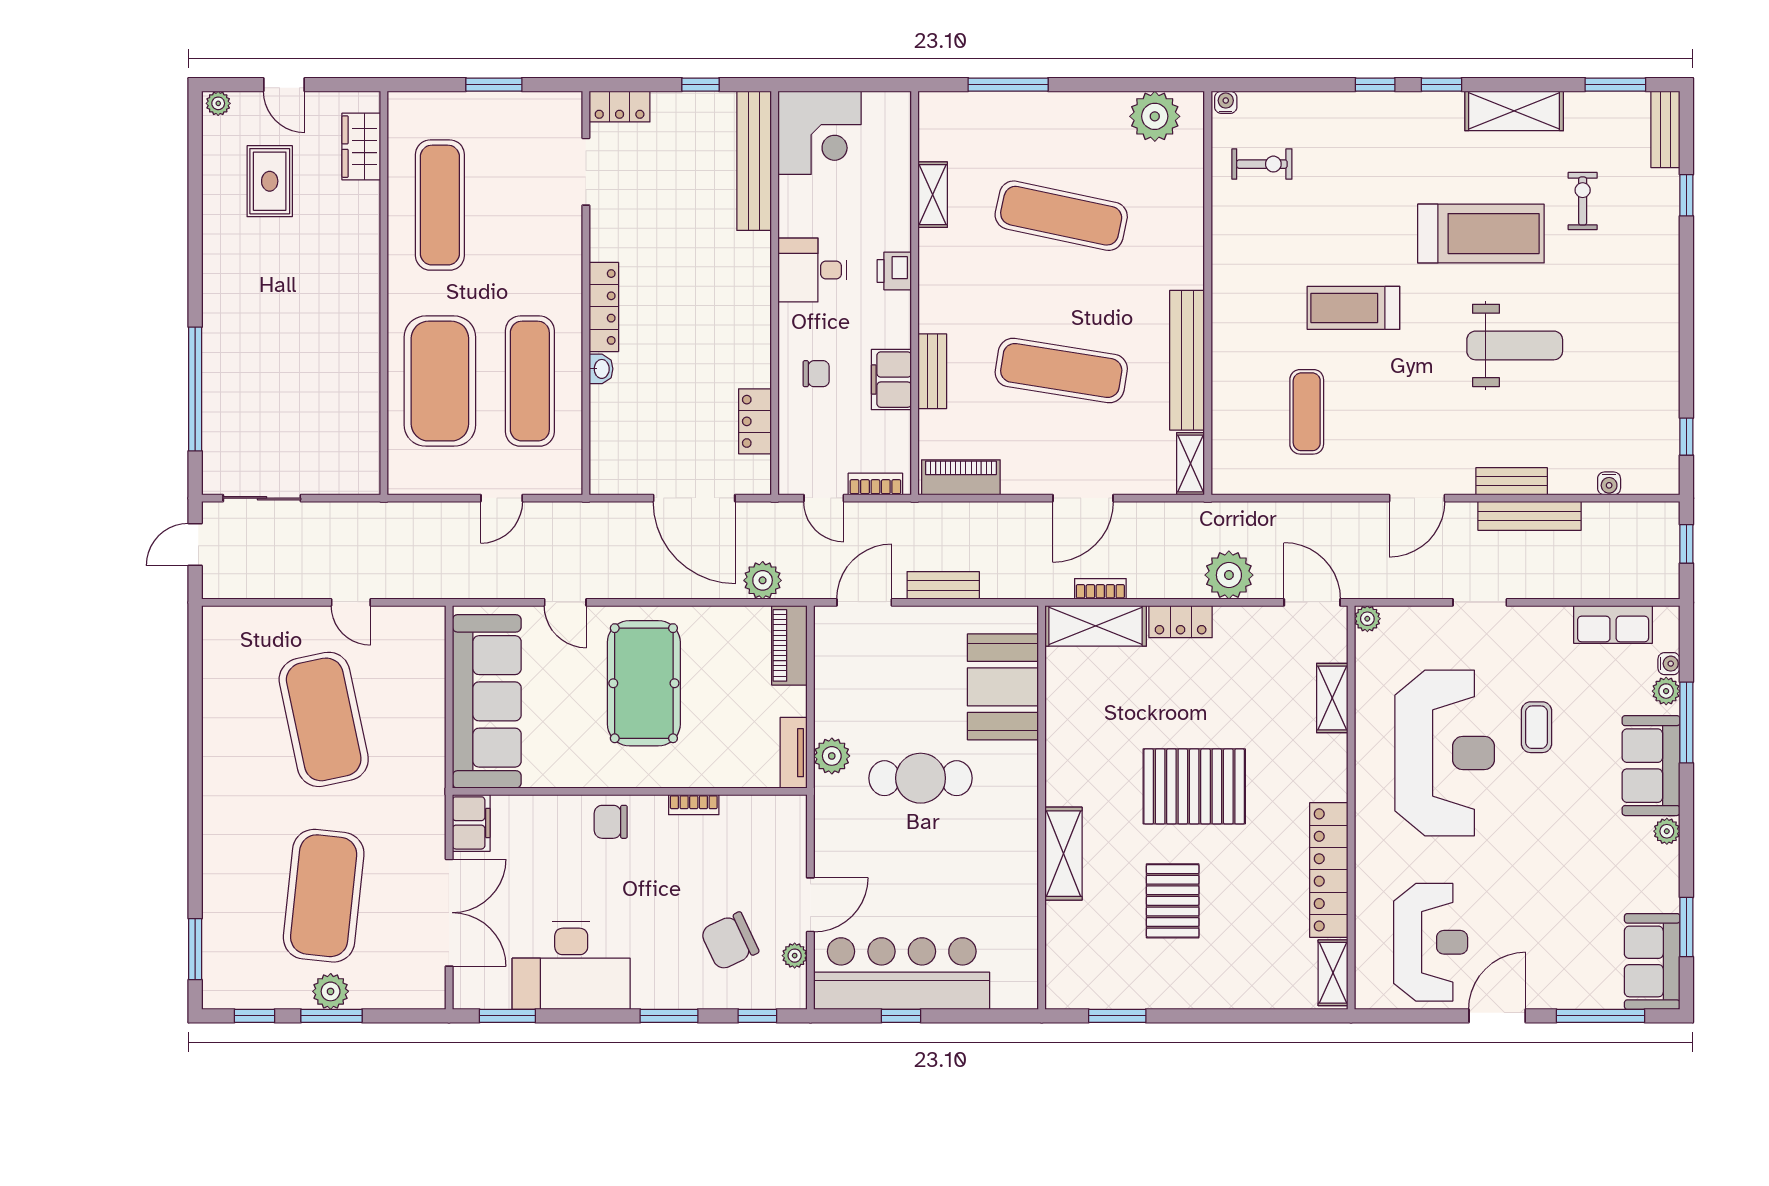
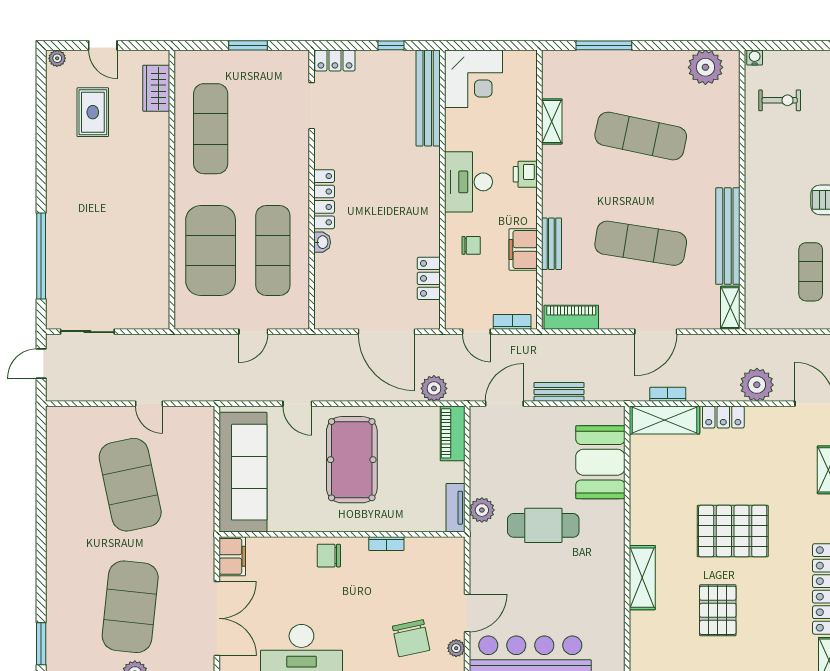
desk: (812, 270) -> (468, 182), width x1.37
chair: (730, 941) -> (411, 638), turned -77

